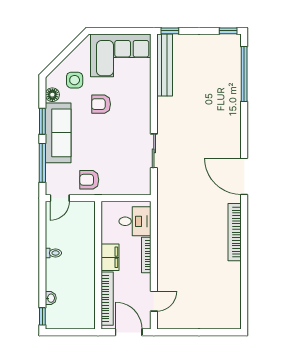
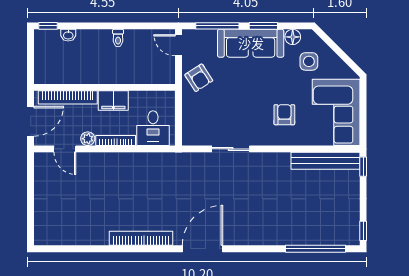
armchair: (101, 104) -> (284, 115), moved
armchair: (89, 180) -> (199, 78), turned 147
plant: (144, 280) -> (88, 139), added

